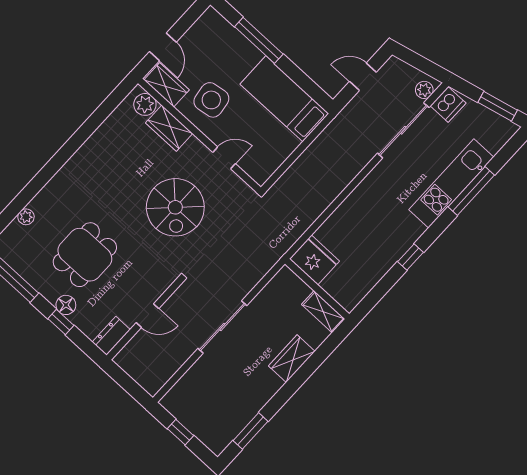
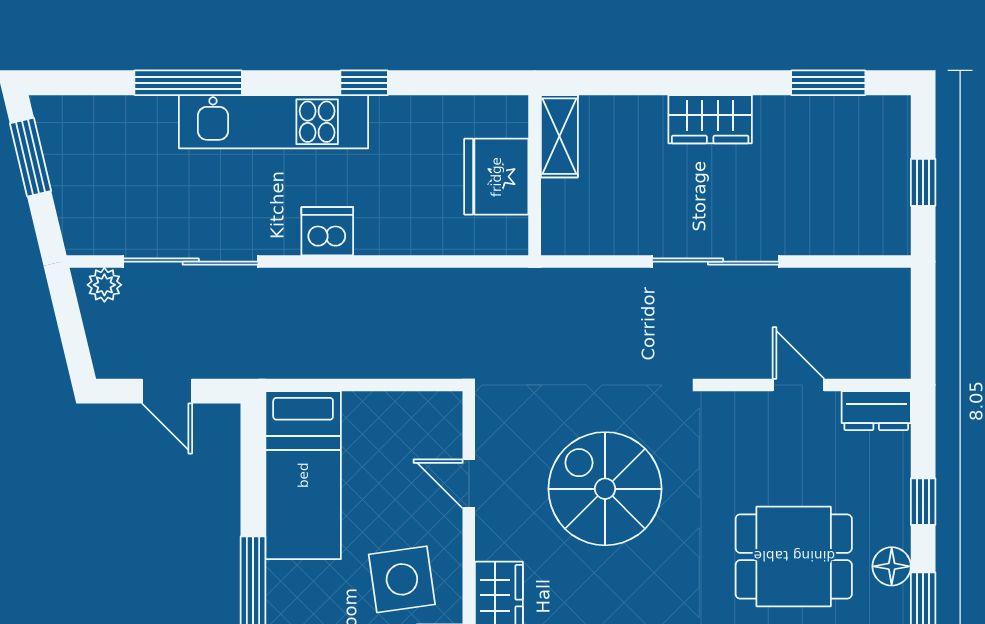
dishwasher: (448, 104) -> (327, 231), moved
kitchen unit: (451, 183) -> (274, 122), moved
spiral stairs: (175, 207) -> (605, 489), turned -90
fridge: (314, 260) -> (496, 177), moved
floor lamp: (66, 305) -> (892, 566), moved
wardrobe: (292, 359) -> (710, 119), moved

